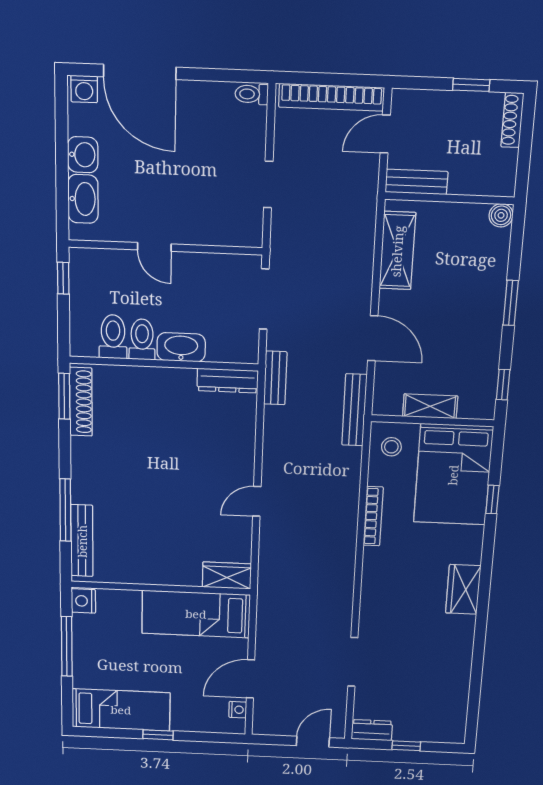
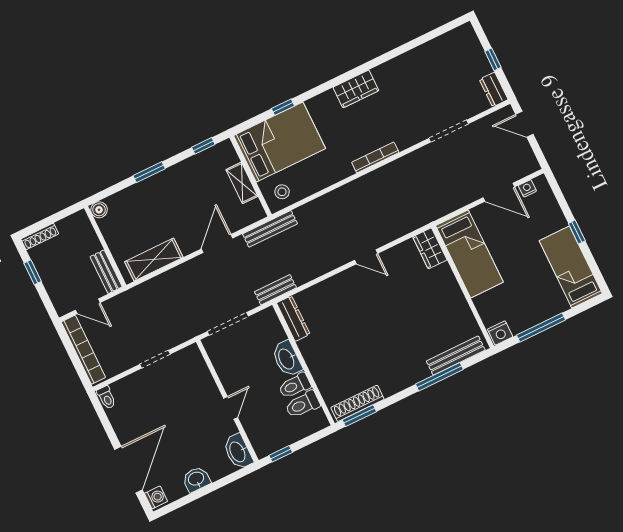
washbasin: (83, 199) -> (238, 452), moved, turned -90
bookcase: (373, 516) -> (375, 157), moved

